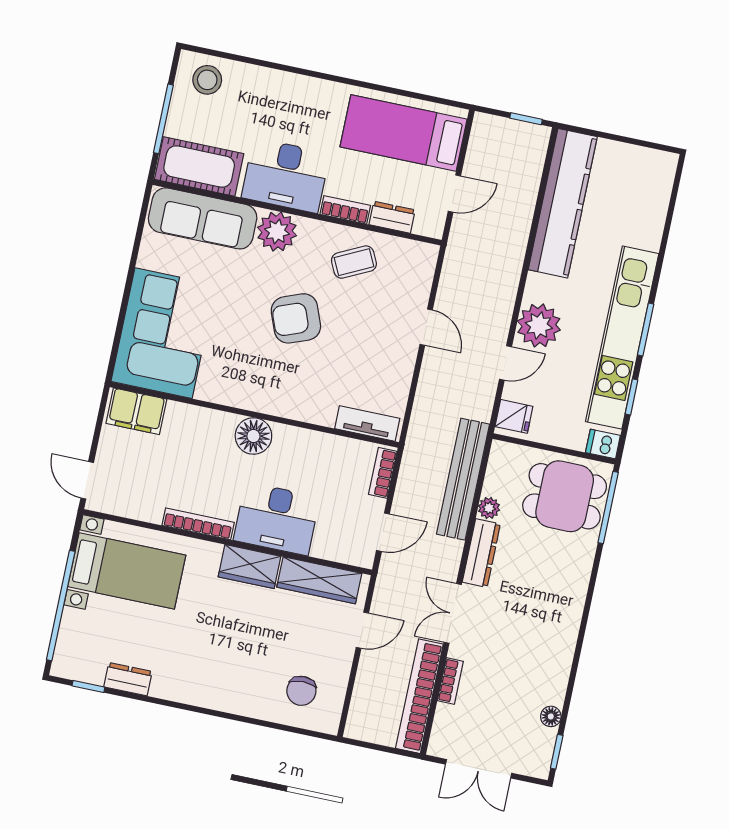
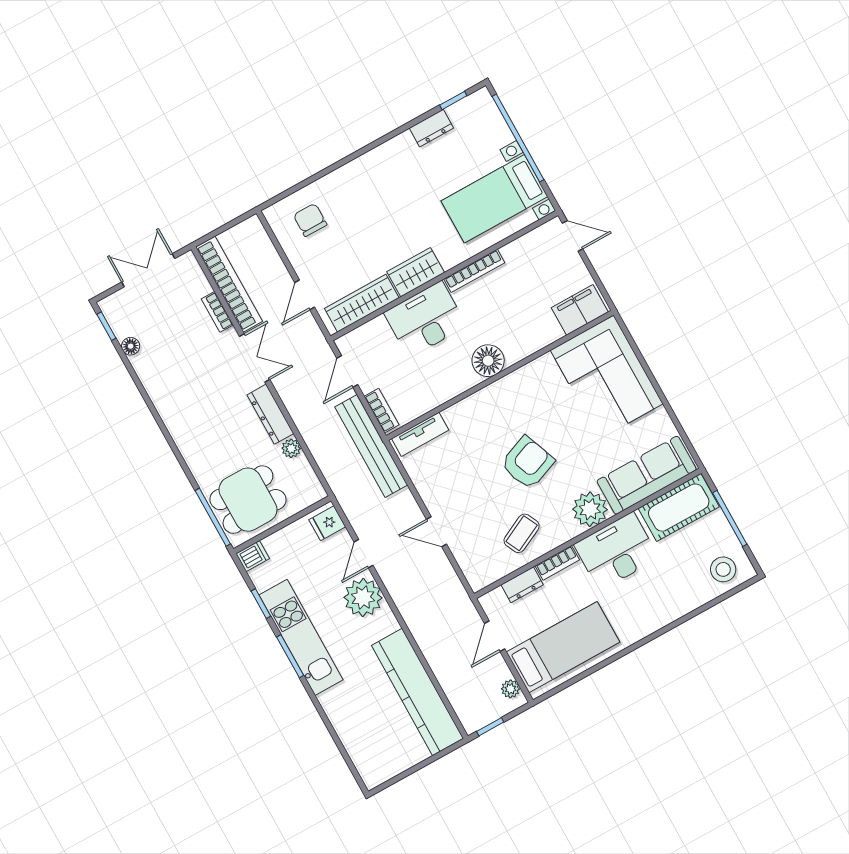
plant: (480, 136) -> (510, 689), added
kitchen unit: (622, 338) -> (301, 637), width x0.73
bench: (463, 479) -> (371, 446), moved

